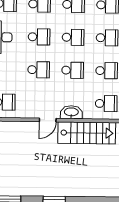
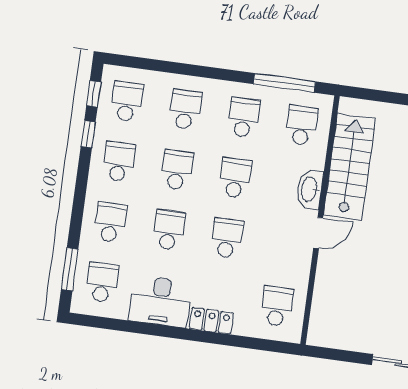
door: (48, 120) -> (318, 233), hinge flipped

